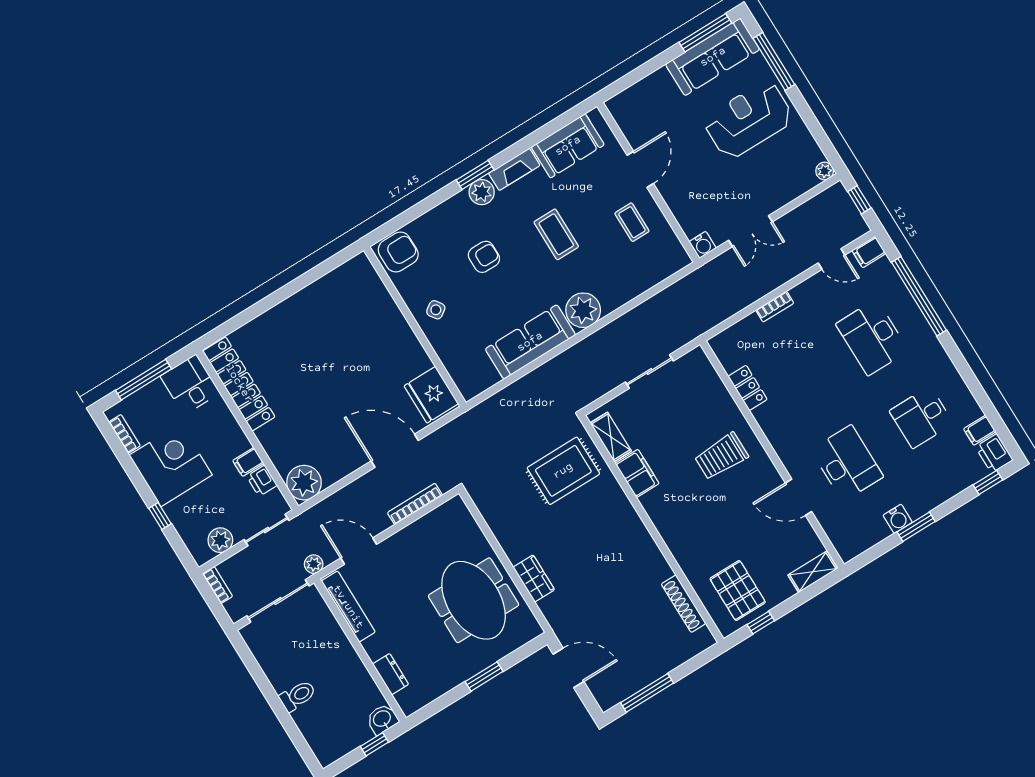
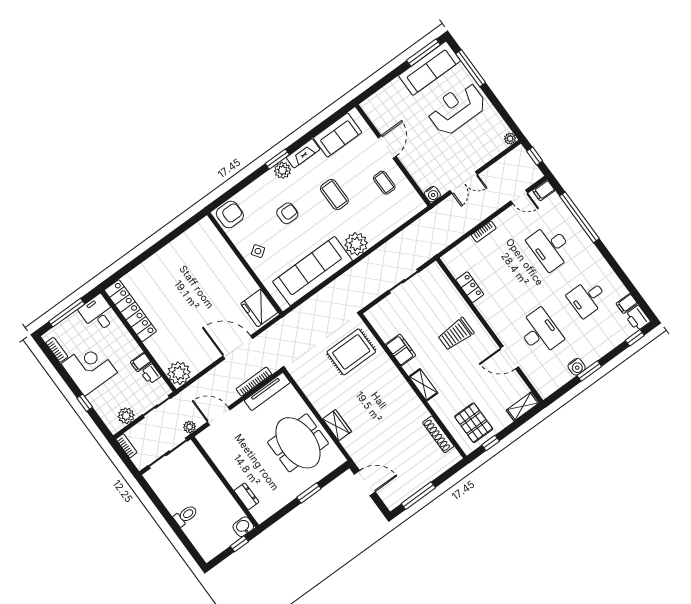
sofa: (530, 342) -> (312, 271), width x1.36, depth x1.27
shelving: (611, 437) -> (423, 385), moved
tv unit: (348, 607) -> (267, 391), moved, turned 90

